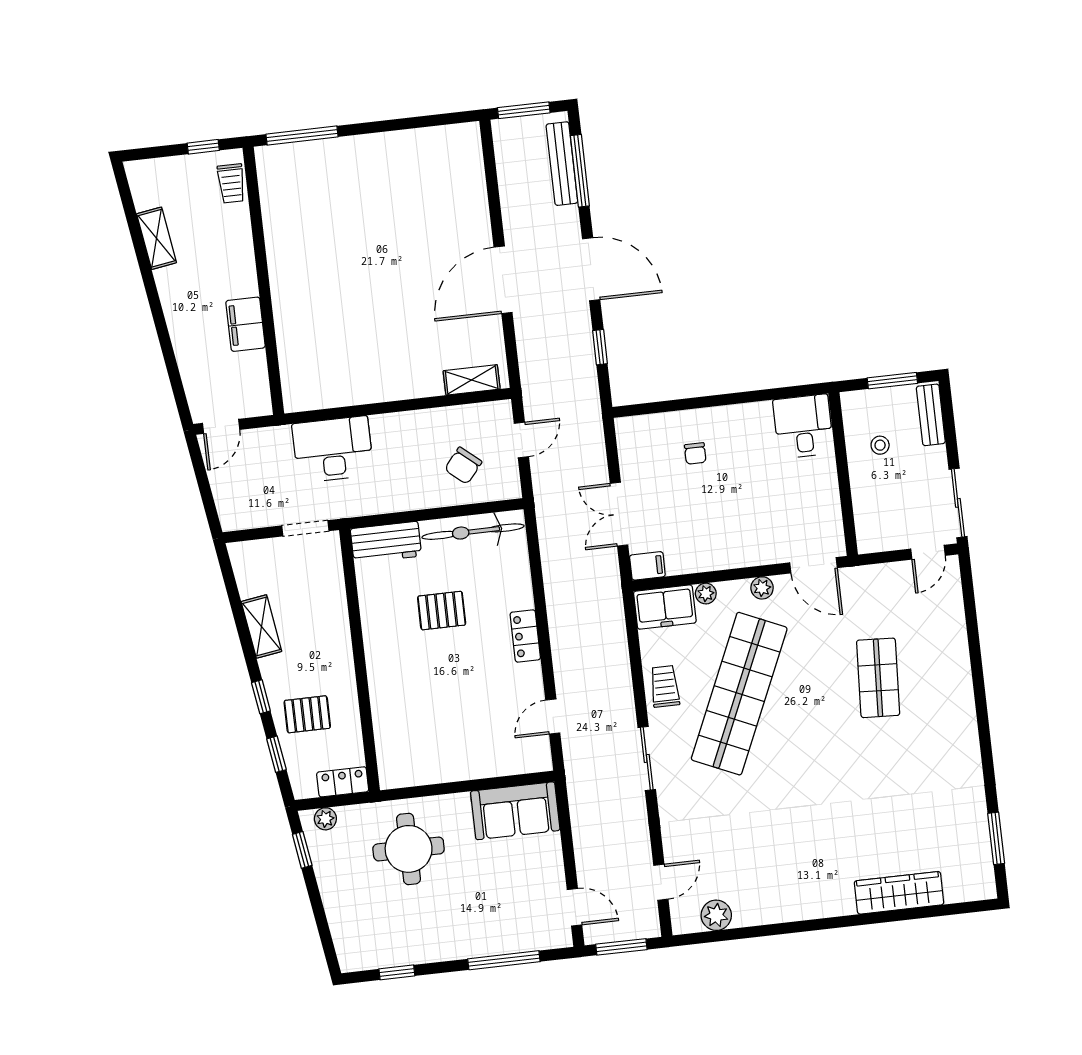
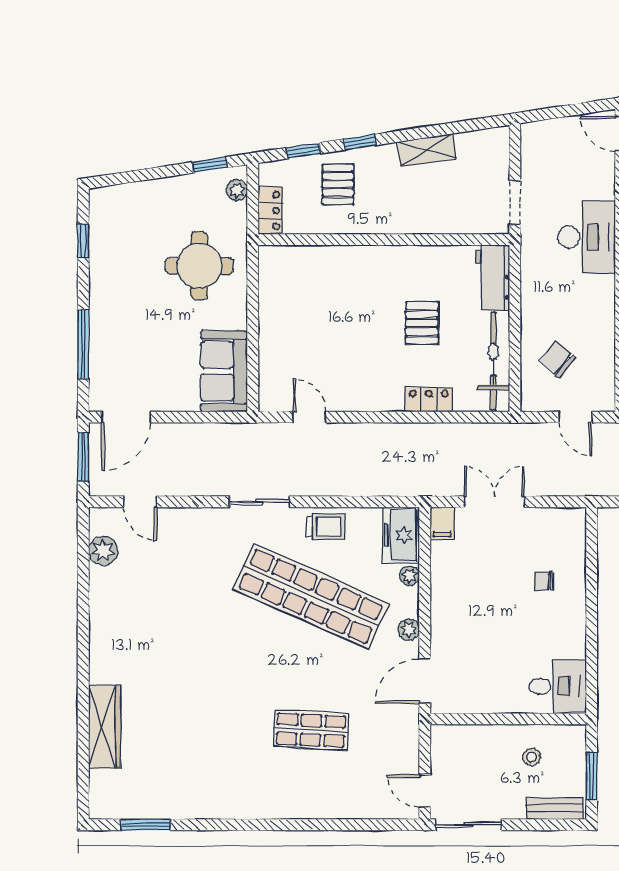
locker: (525, 636) -> (429, 400), moved
door: (575, 907) -> (126, 417), width x1.38

